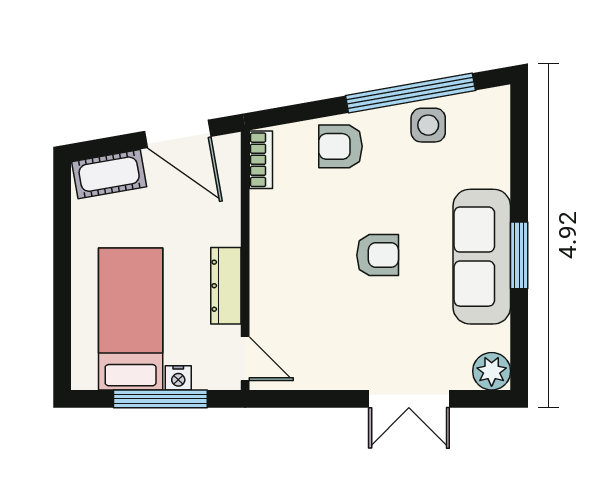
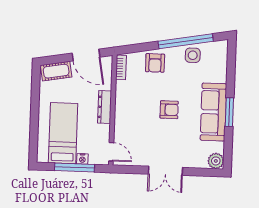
armchair: (340, 146) -> (155, 63), turned -90
dresser: (226, 286) -> (105, 107), moved
double door: (409, 399) -> (165, 171), moved

